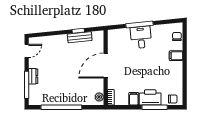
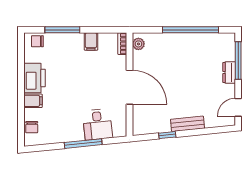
bench: (80, 37) -> (188, 124), moved
desk: (141, 37) -> (98, 124), moved
door: (106, 66) -> (130, 87), hinge flipped
printer: (150, 97) -> (35, 78), moved, turned -90

